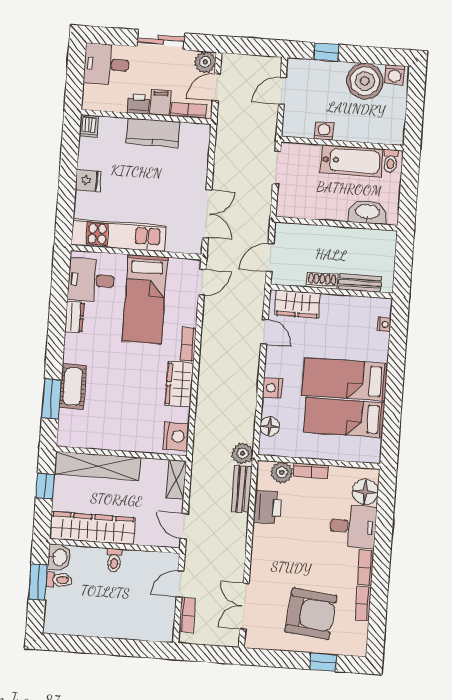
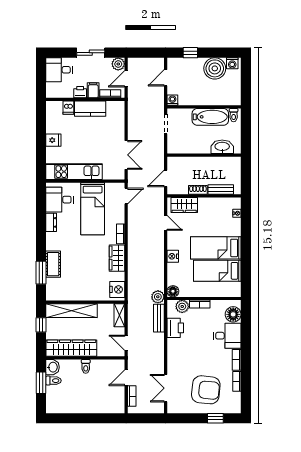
dishwasher: (89, 126) -> (68, 108), moved
washing machine: (324, 131) -> (172, 100), moved
floor lamp: (270, 426) -> (173, 291), moved

